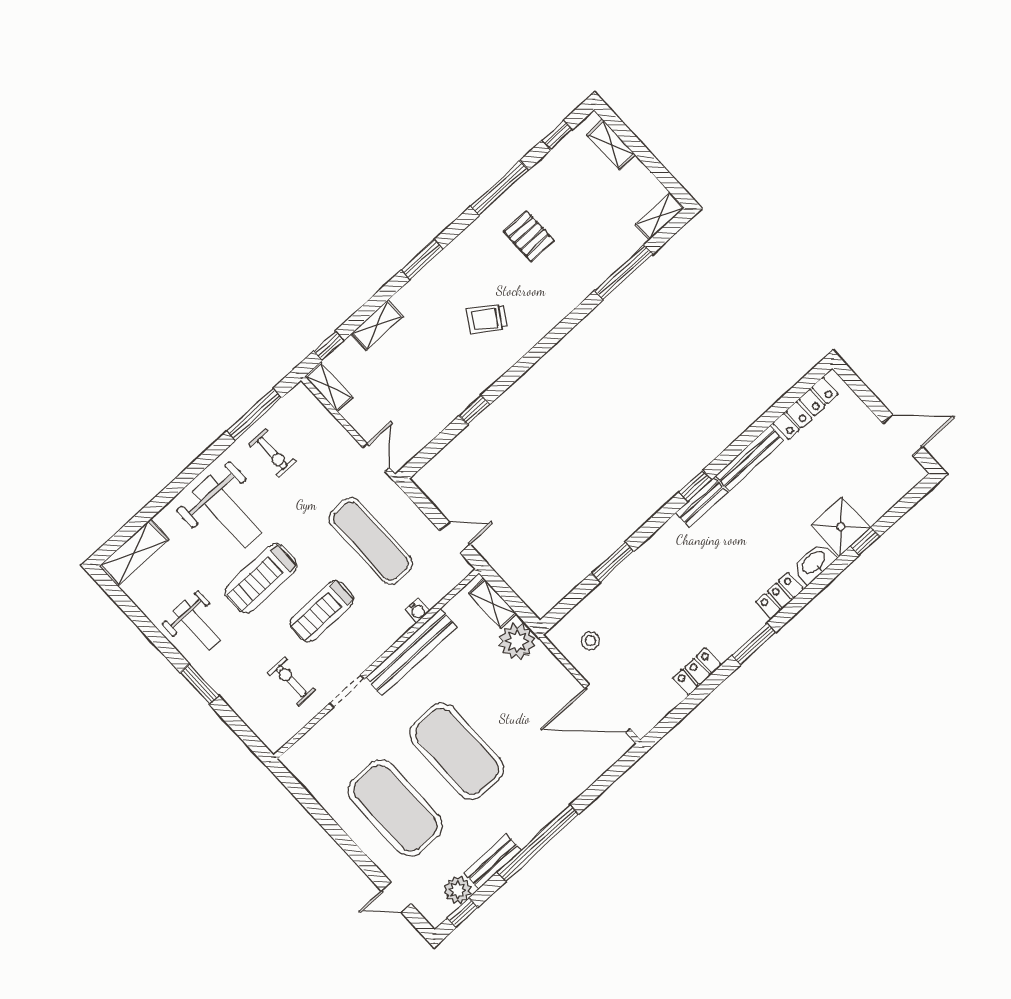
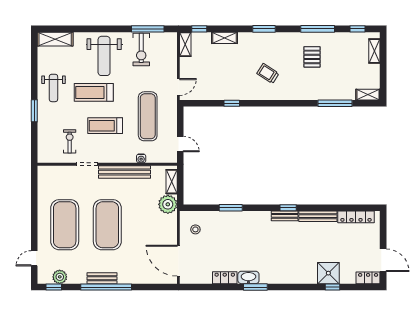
exercise bike: (272, 453) -> (141, 49), width x1.38, depth x1.39
washbasin: (814, 563) -> (248, 277), moved
locker: (780, 596) -> (368, 278), moved
bench: (493, 862) -> (102, 278), moved
door: (396, 897) -> (34, 258), hinge flipped

